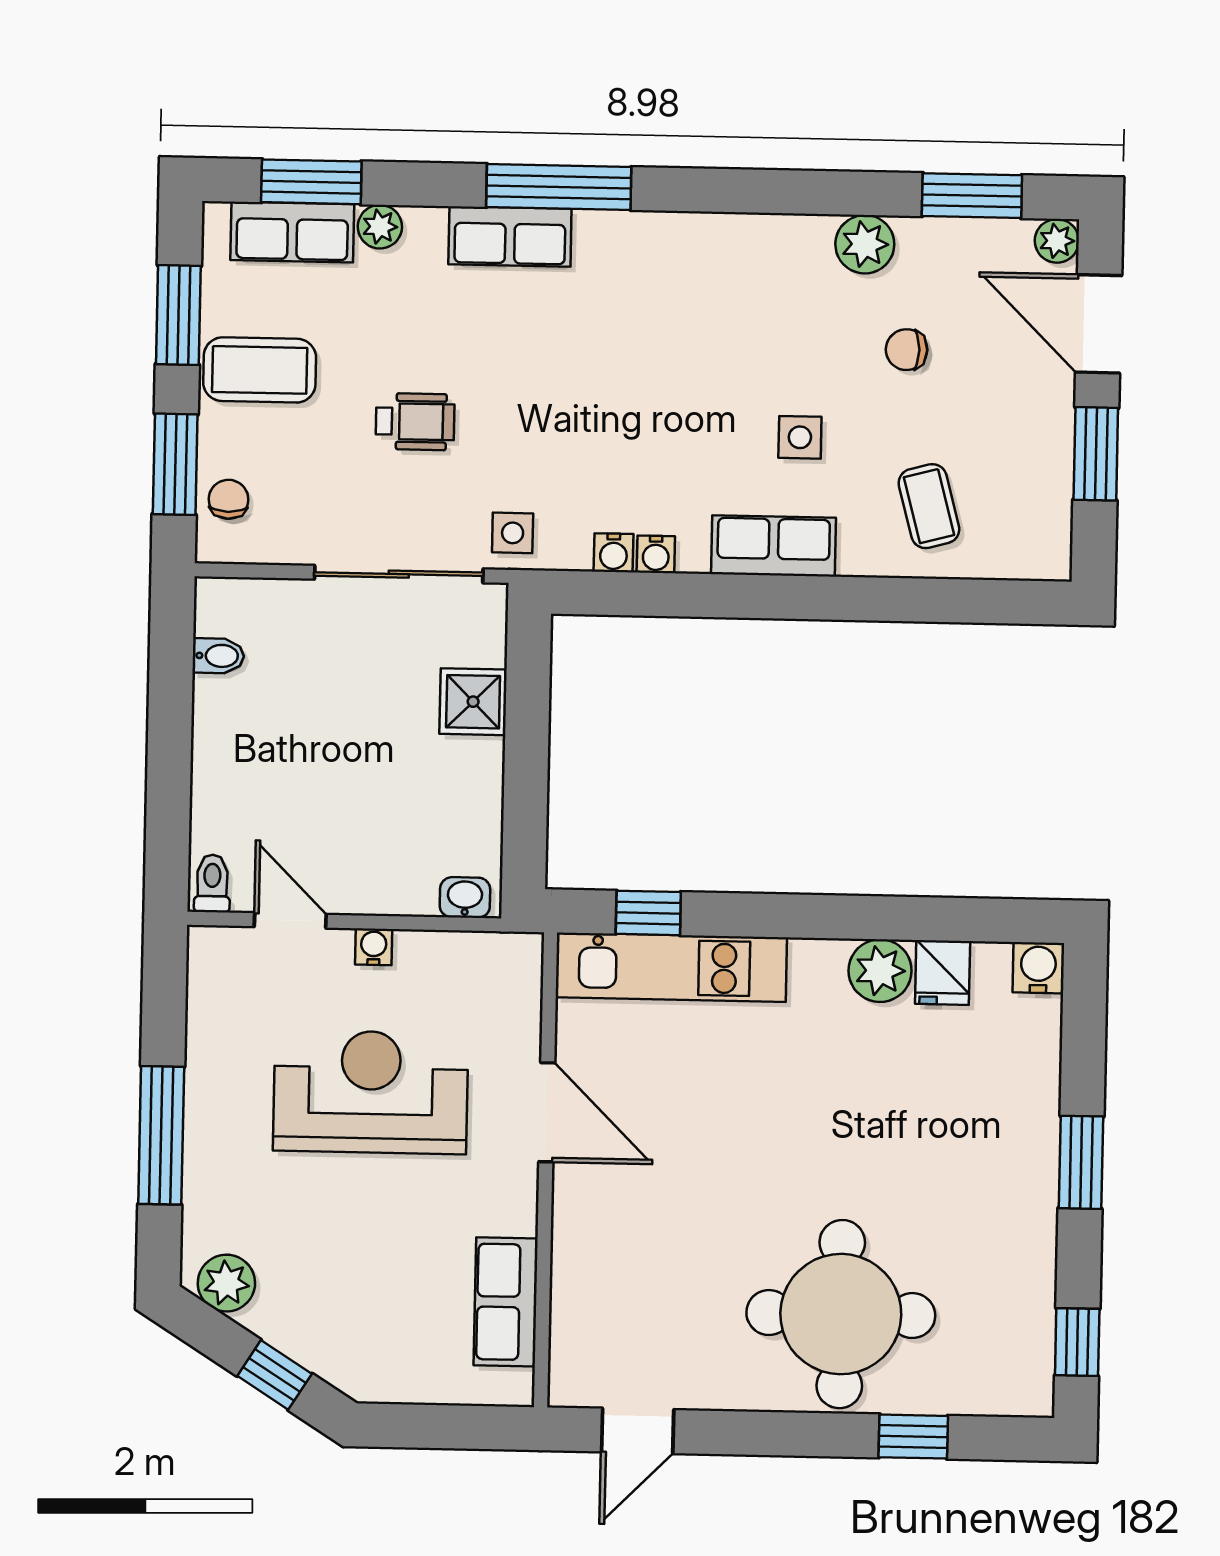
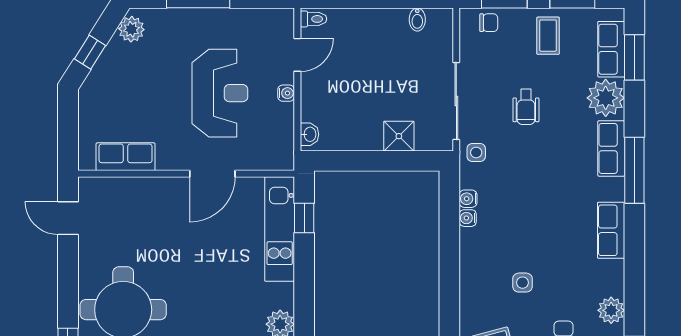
plant: (380, 227) -> (606, 98), width x1.87, depth x1.87
coffee table: (260, 370) -> (548, 36), width x0.73, depth x0.77
row of seats: (774, 546) -> (611, 230), moved, turned 180

